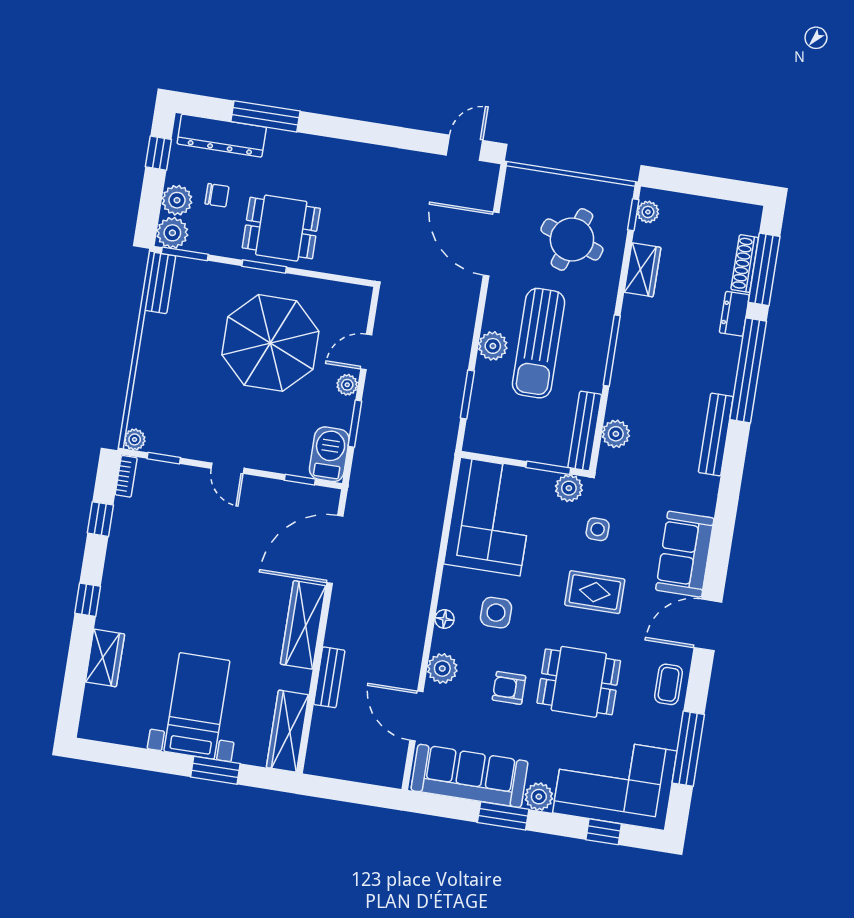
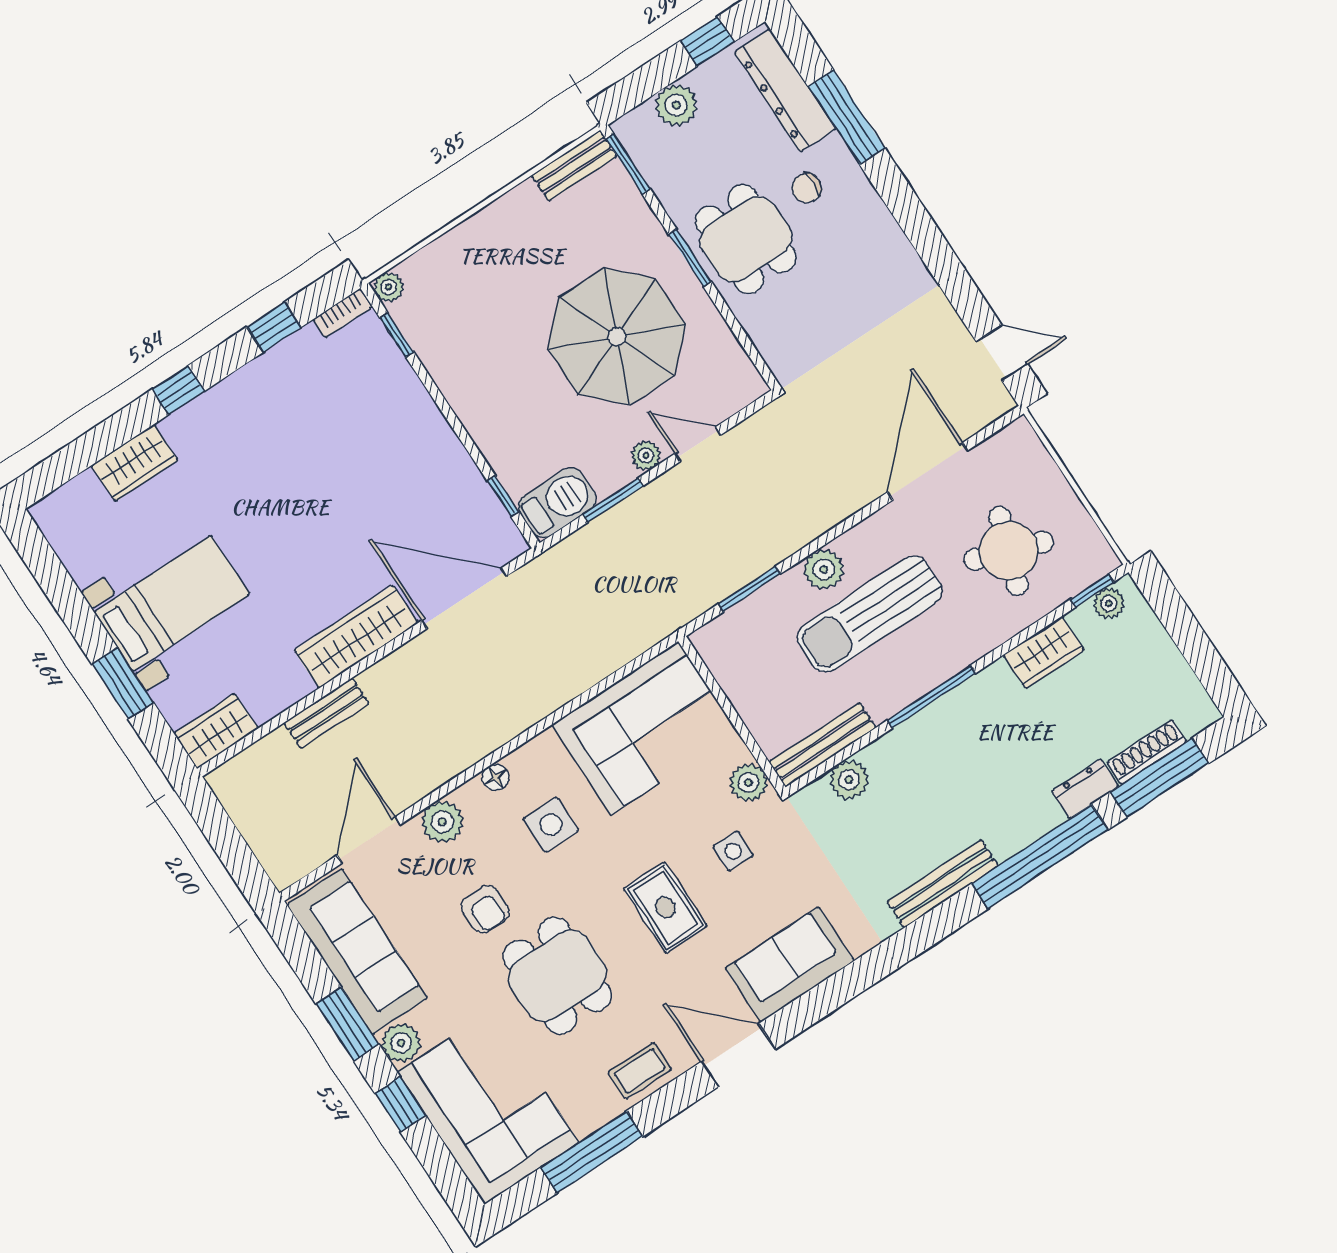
chair: (217, 195) -> (806, 188), moved, turned 90
plant: (172, 233) -> (638, 131), removed
door: (228, 468) -> (447, 411), removed
window: (548, 468) -> (750, 742), removed
armchair: (509, 688) -> (485, 909), turned 180
wardrobe: (288, 731) -> (216, 731), width x0.67
window: (604, 832) -> (400, 1104), moved

